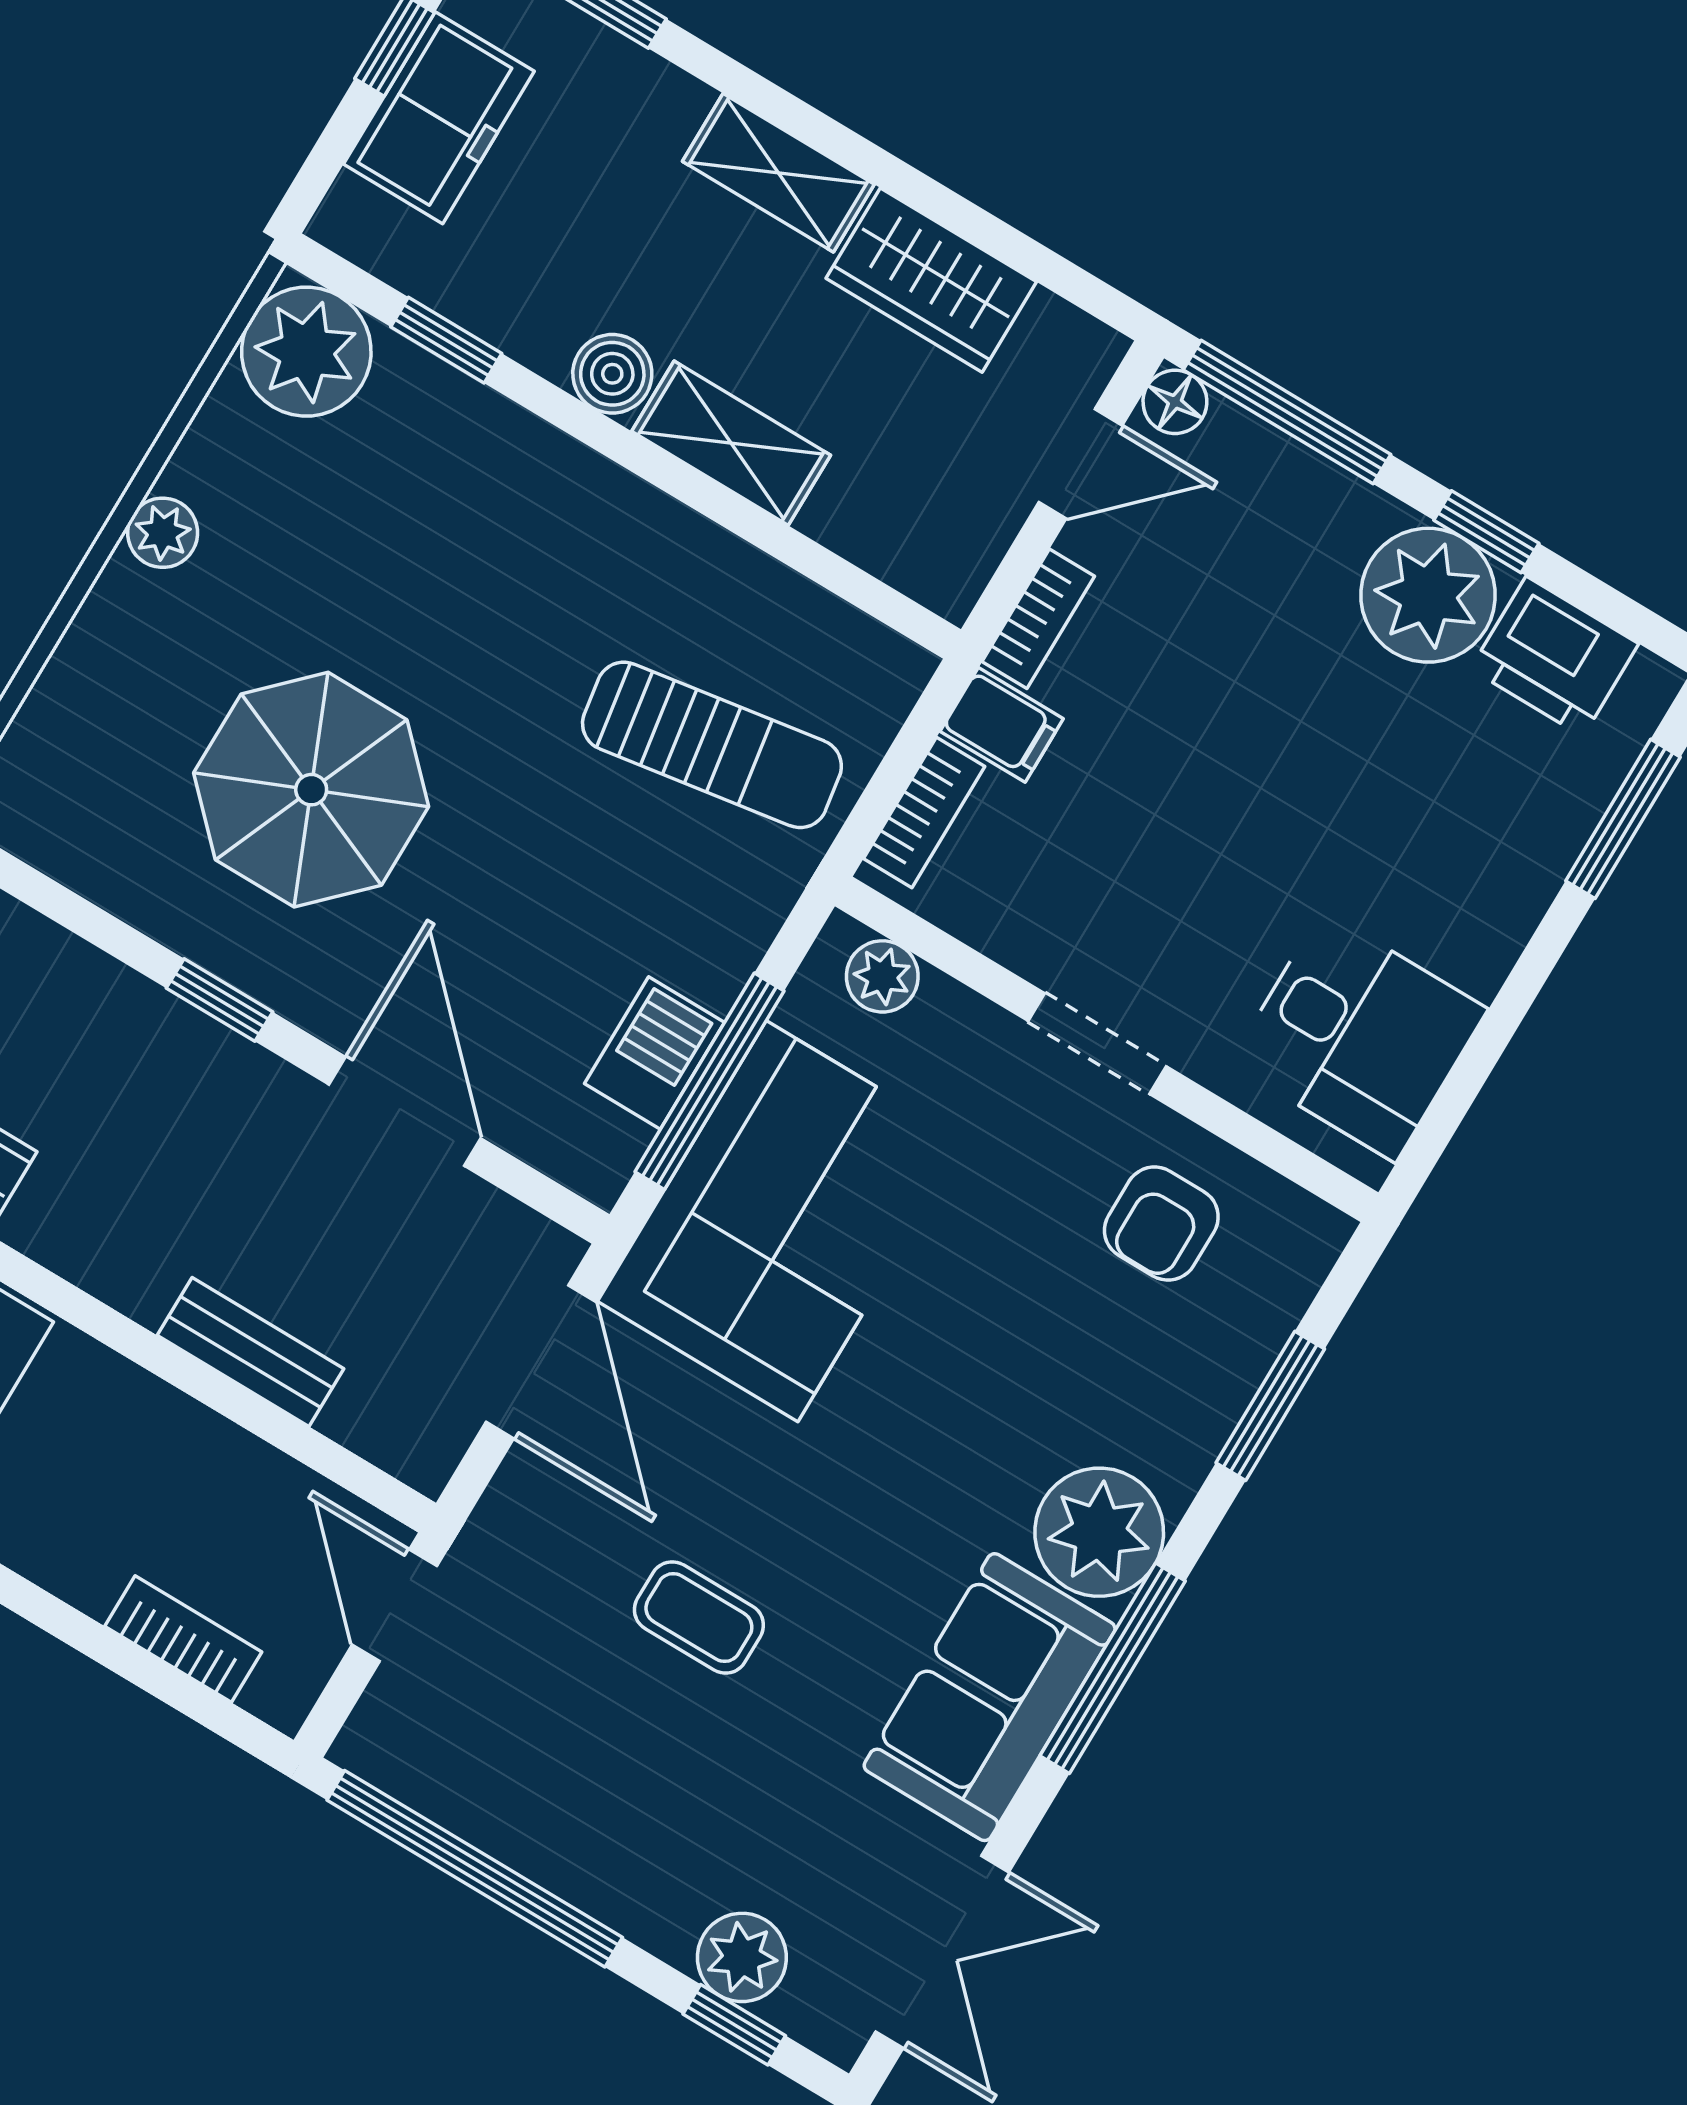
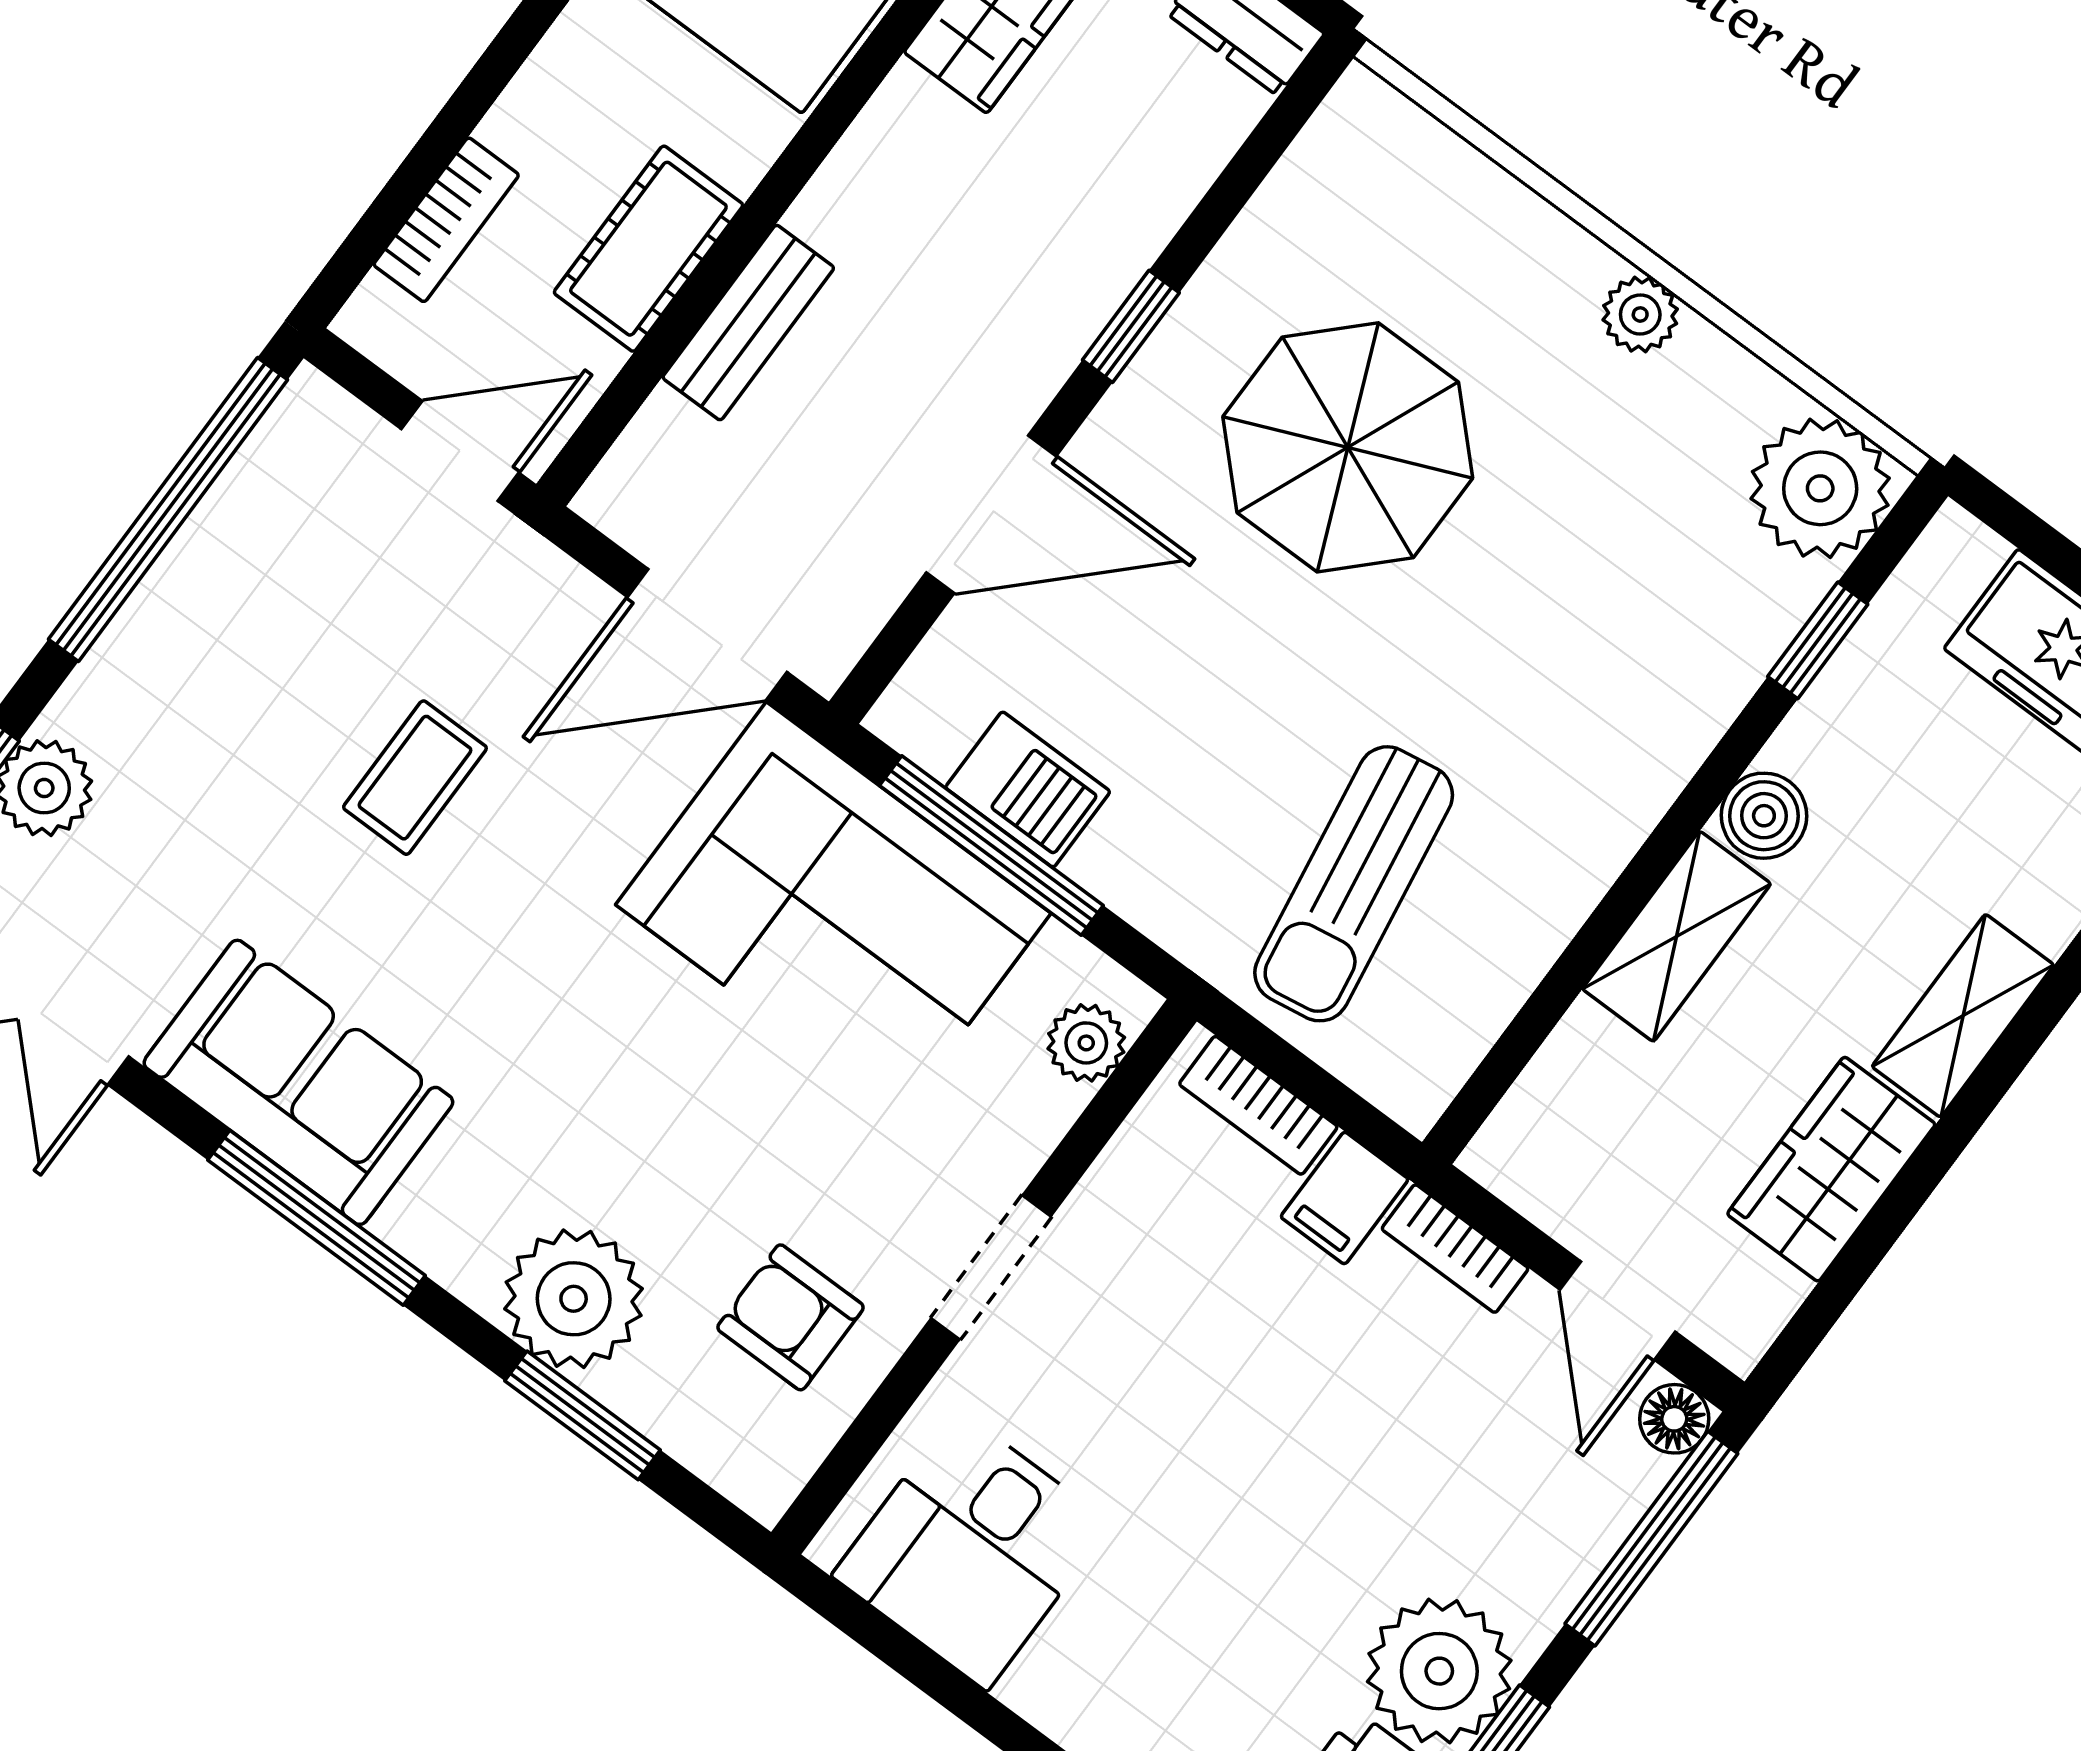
cot: (192, 1450) -> (648, 249), added
plant: (1099, 1532) -> (574, 1299), moved

